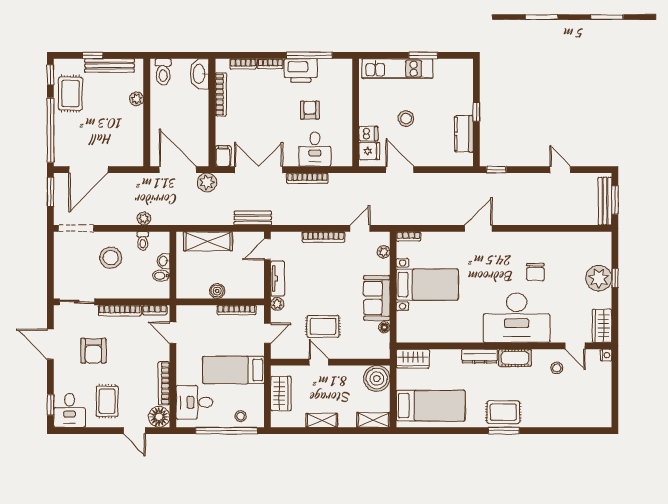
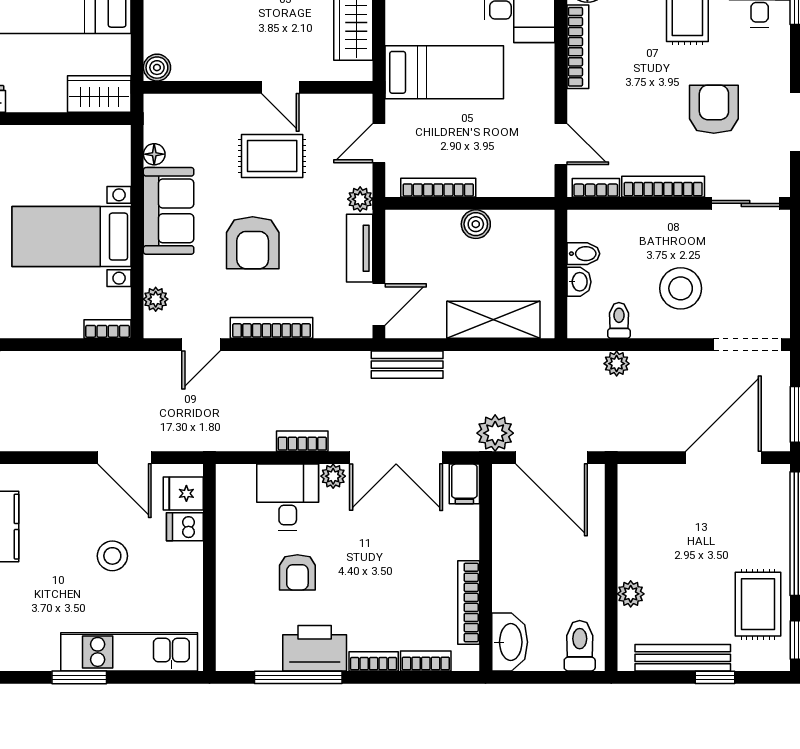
plant: (291, 160) -> (333, 476), added
bookcase: (307, 178) -> (302, 441), width x0.64
armchair: (333, 281) -> (253, 243), added
boiler: (377, 378) -> (157, 68), width x0.54, depth x0.54

